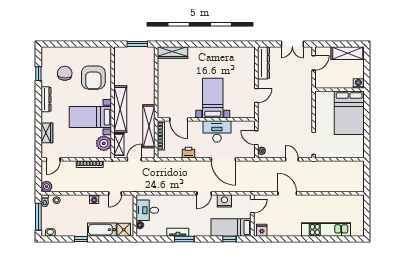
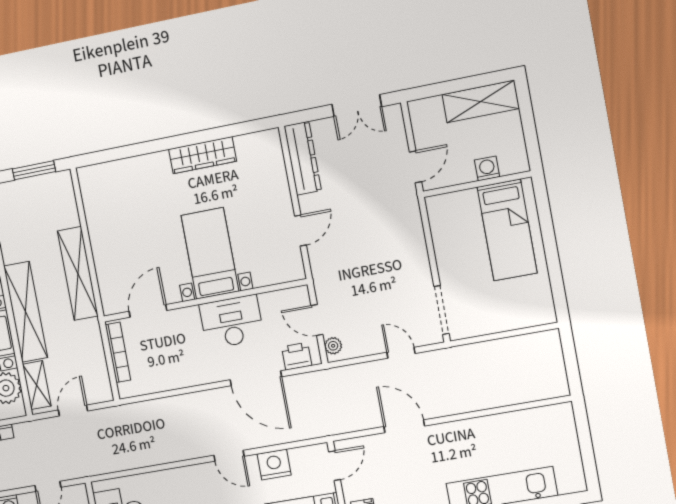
wardrobe: (172, 52) -> (203, 155), moved
door: (314, 63) -> (415, 167), moved
washing machine: (358, 84) -> (487, 168), moved
bed: (349, 113) -> (507, 230), width x0.67
door: (179, 119) -> (148, 311), swing flipped
shelving: (149, 126) -> (78, 273), moved
printer: (188, 153) -> (297, 356), moved
door: (204, 193) -> (229, 456), hinge flipped

